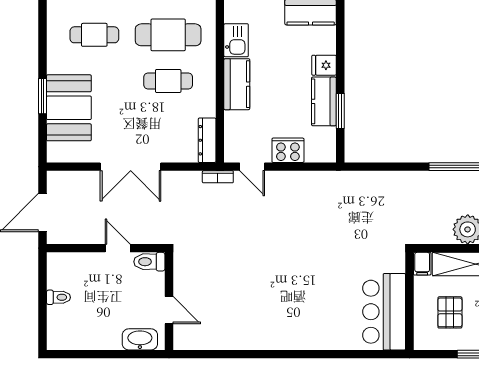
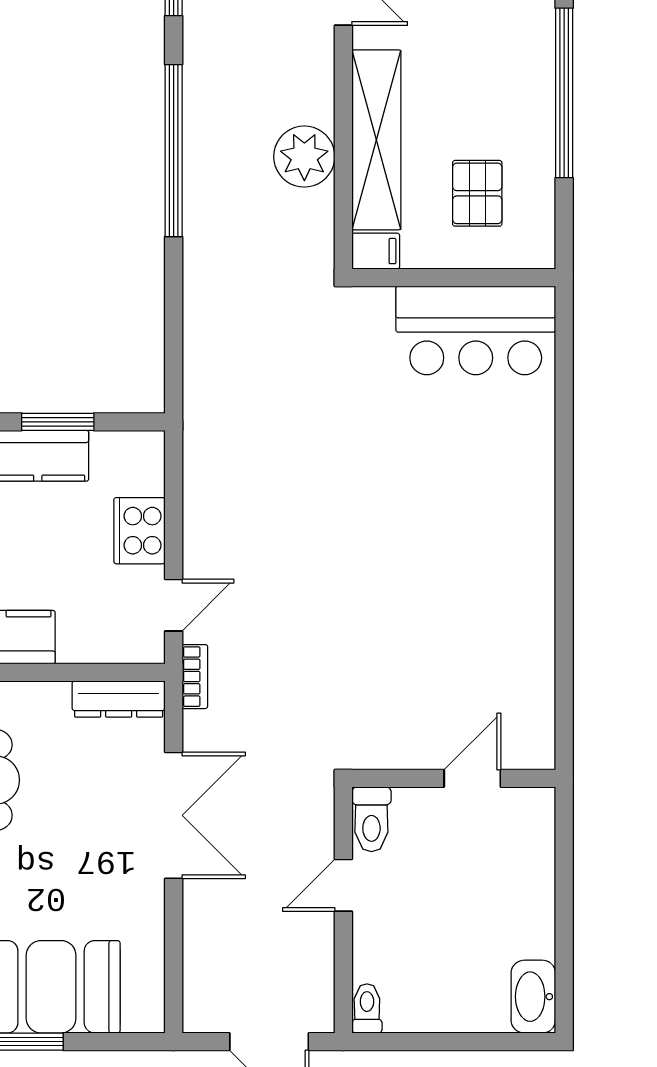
double door: (131, 167) -> (174, 815), moved
toilet: (58, 297) -> (367, 1008), moved
pallet: (450, 312) -> (477, 193), turned 90
washbasin: (140, 339) -> (533, 997), moved

